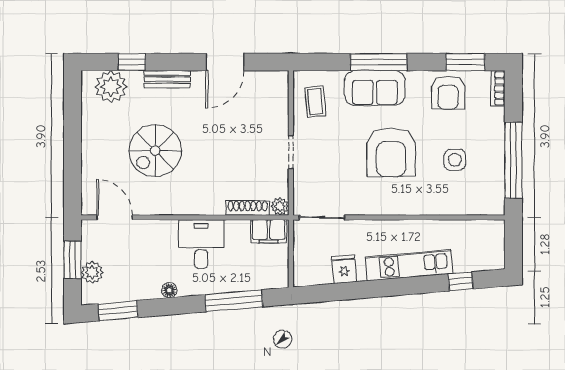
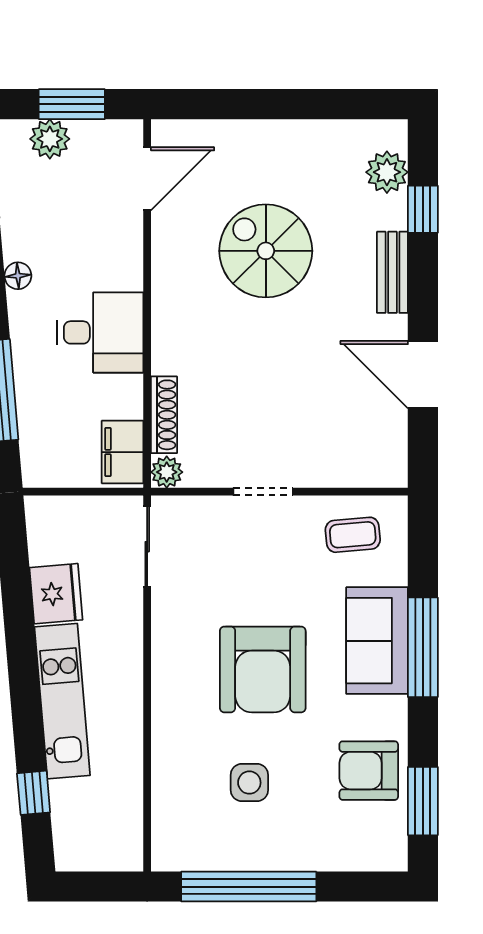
plant: (111, 87) -> (387, 172), width x0.73, depth x0.73
bookcase: (498, 88) -> (376, 859), removed
armchair: (391, 152) -> (263, 669), turned -90
fridge: (344, 269) -> (56, 594), width x1.38

